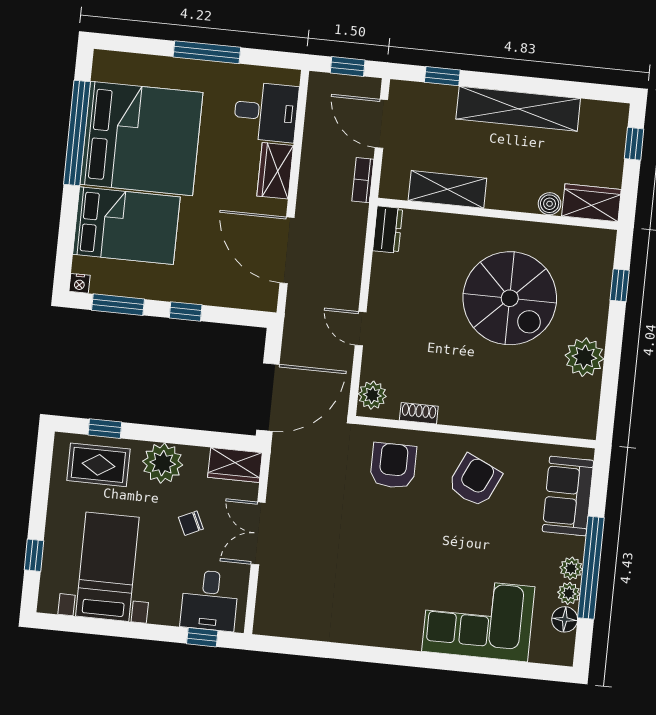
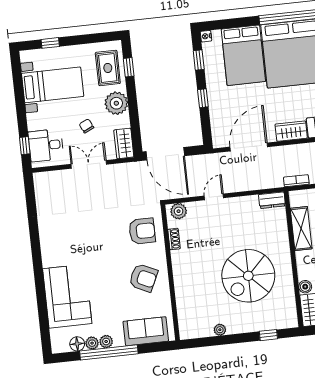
window: (118, 305) -> (199, 60), width x0.67
plant: (584, 357) -> (220, 330), width x0.53, depth x0.53

